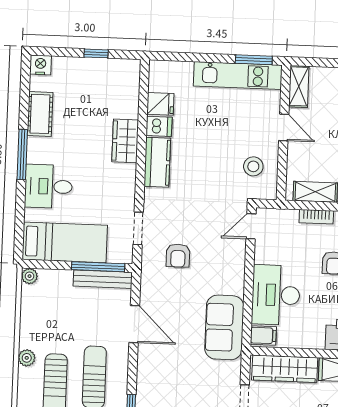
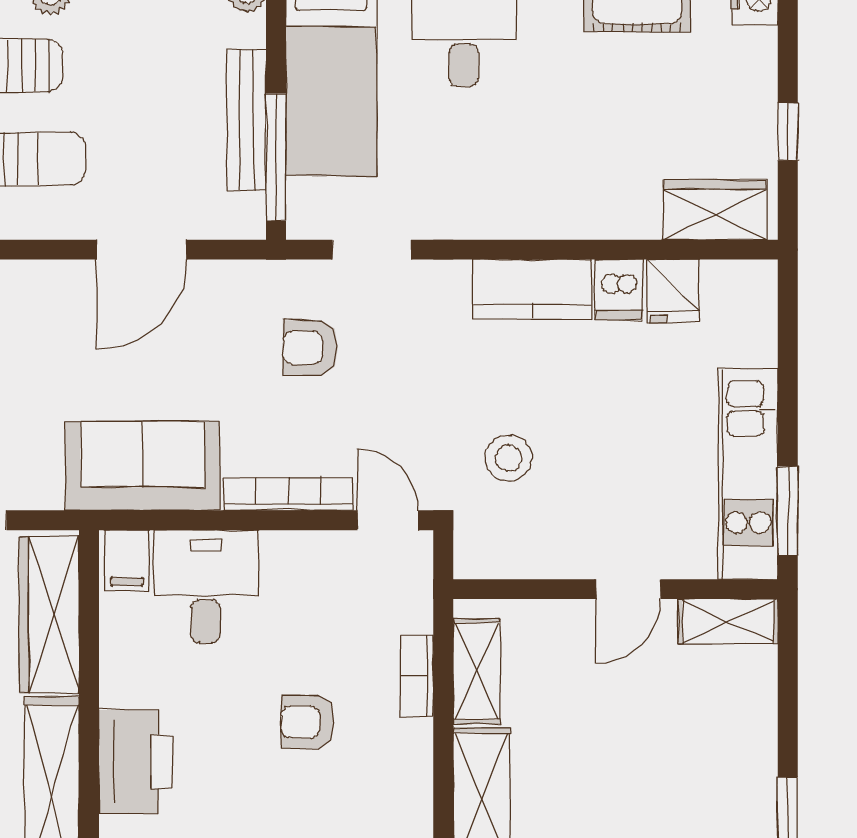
wardrobe: (125, 141) -> (715, 210), moved
stool: (253, 166) -> (508, 458), moved
bookcase: (238, 267) -> (288, 494), added
bench: (103, 279) -> (246, 120), moved
desk: (276, 295) -> (206, 586), width x0.73

